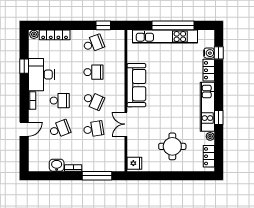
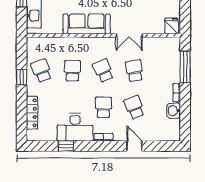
window: (103, 25) -> (22, 77), moved
plant: (34, 34) -> (31, 135), removed
school desk: (93, 101) -> (103, 71), turned -48

